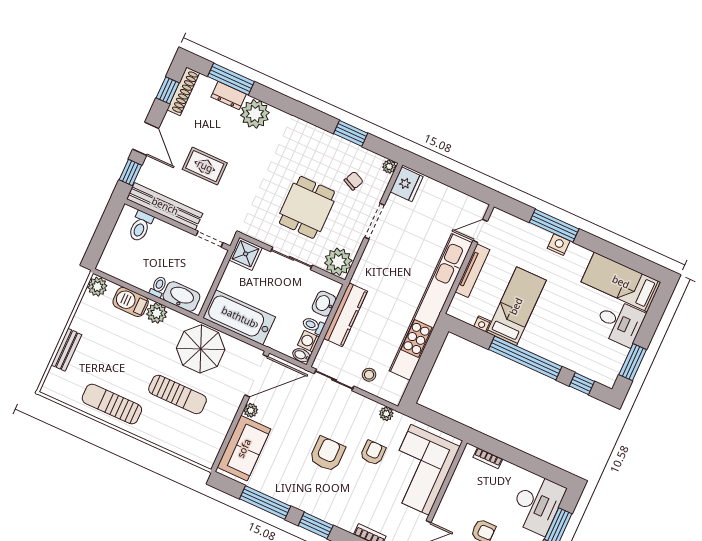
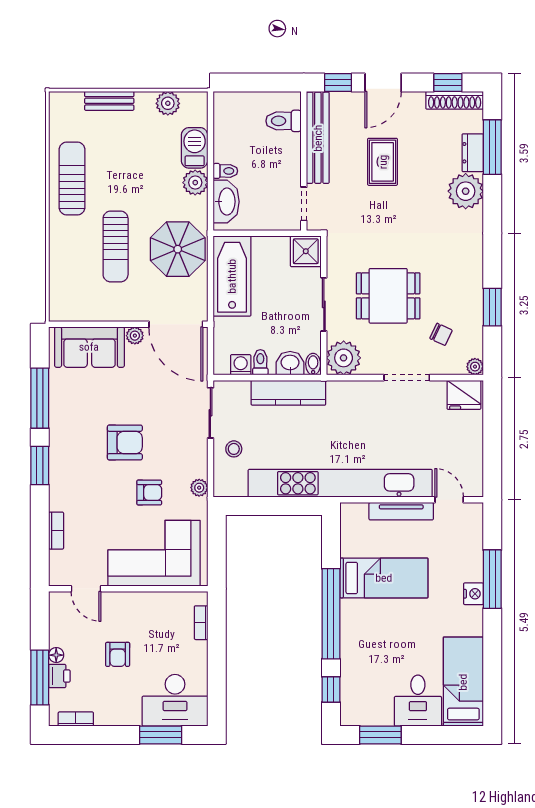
plant: (97, 287) -> (168, 103), moved
nightstand: (482, 324) -> (347, 549), removed
bidet: (301, 355) -> (313, 364), moved

